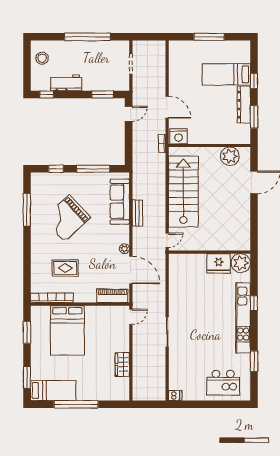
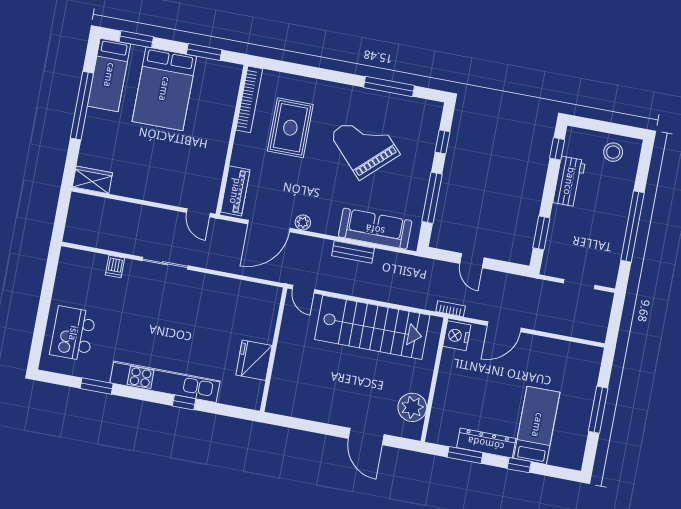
door: (129, 114) -> (472, 261), moved
plant: (241, 263) -> (248, 394), removed
rug: (65, 268) -> (290, 128), width x1.36, depth x1.43
bed: (67, 330) -> (164, 89), moved, turned -90
wardrobe: (122, 365) -> (92, 180), moved
dishwasher: (175, 396) -> (115, 267), moved

